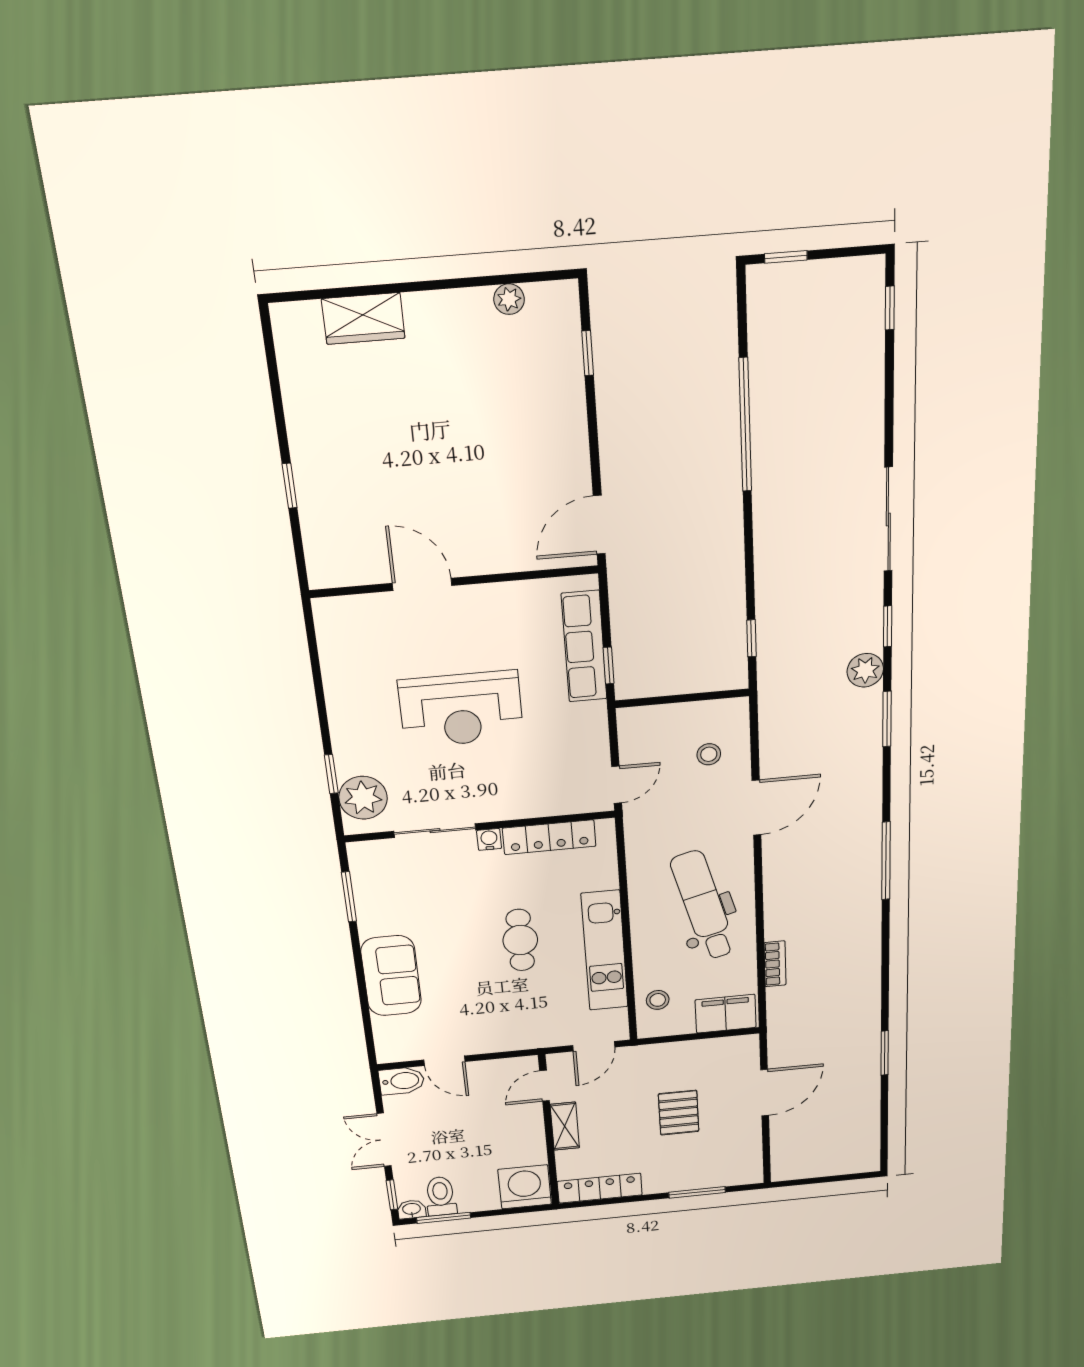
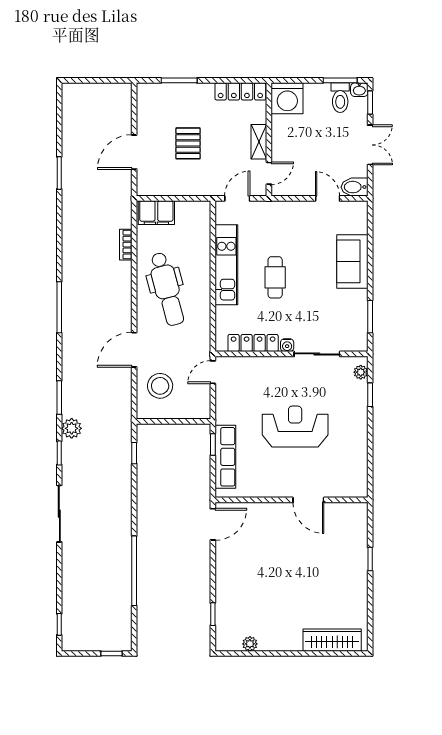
wardrobe: (363, 319) -> (332, 640), width x1.50
stool: (709, 754) -> (160, 386), width x1.89, depth x1.89
plant: (363, 798) -> (361, 372), width x0.53, depth x0.53
stool: (658, 1000) -> (197, 227), removed

